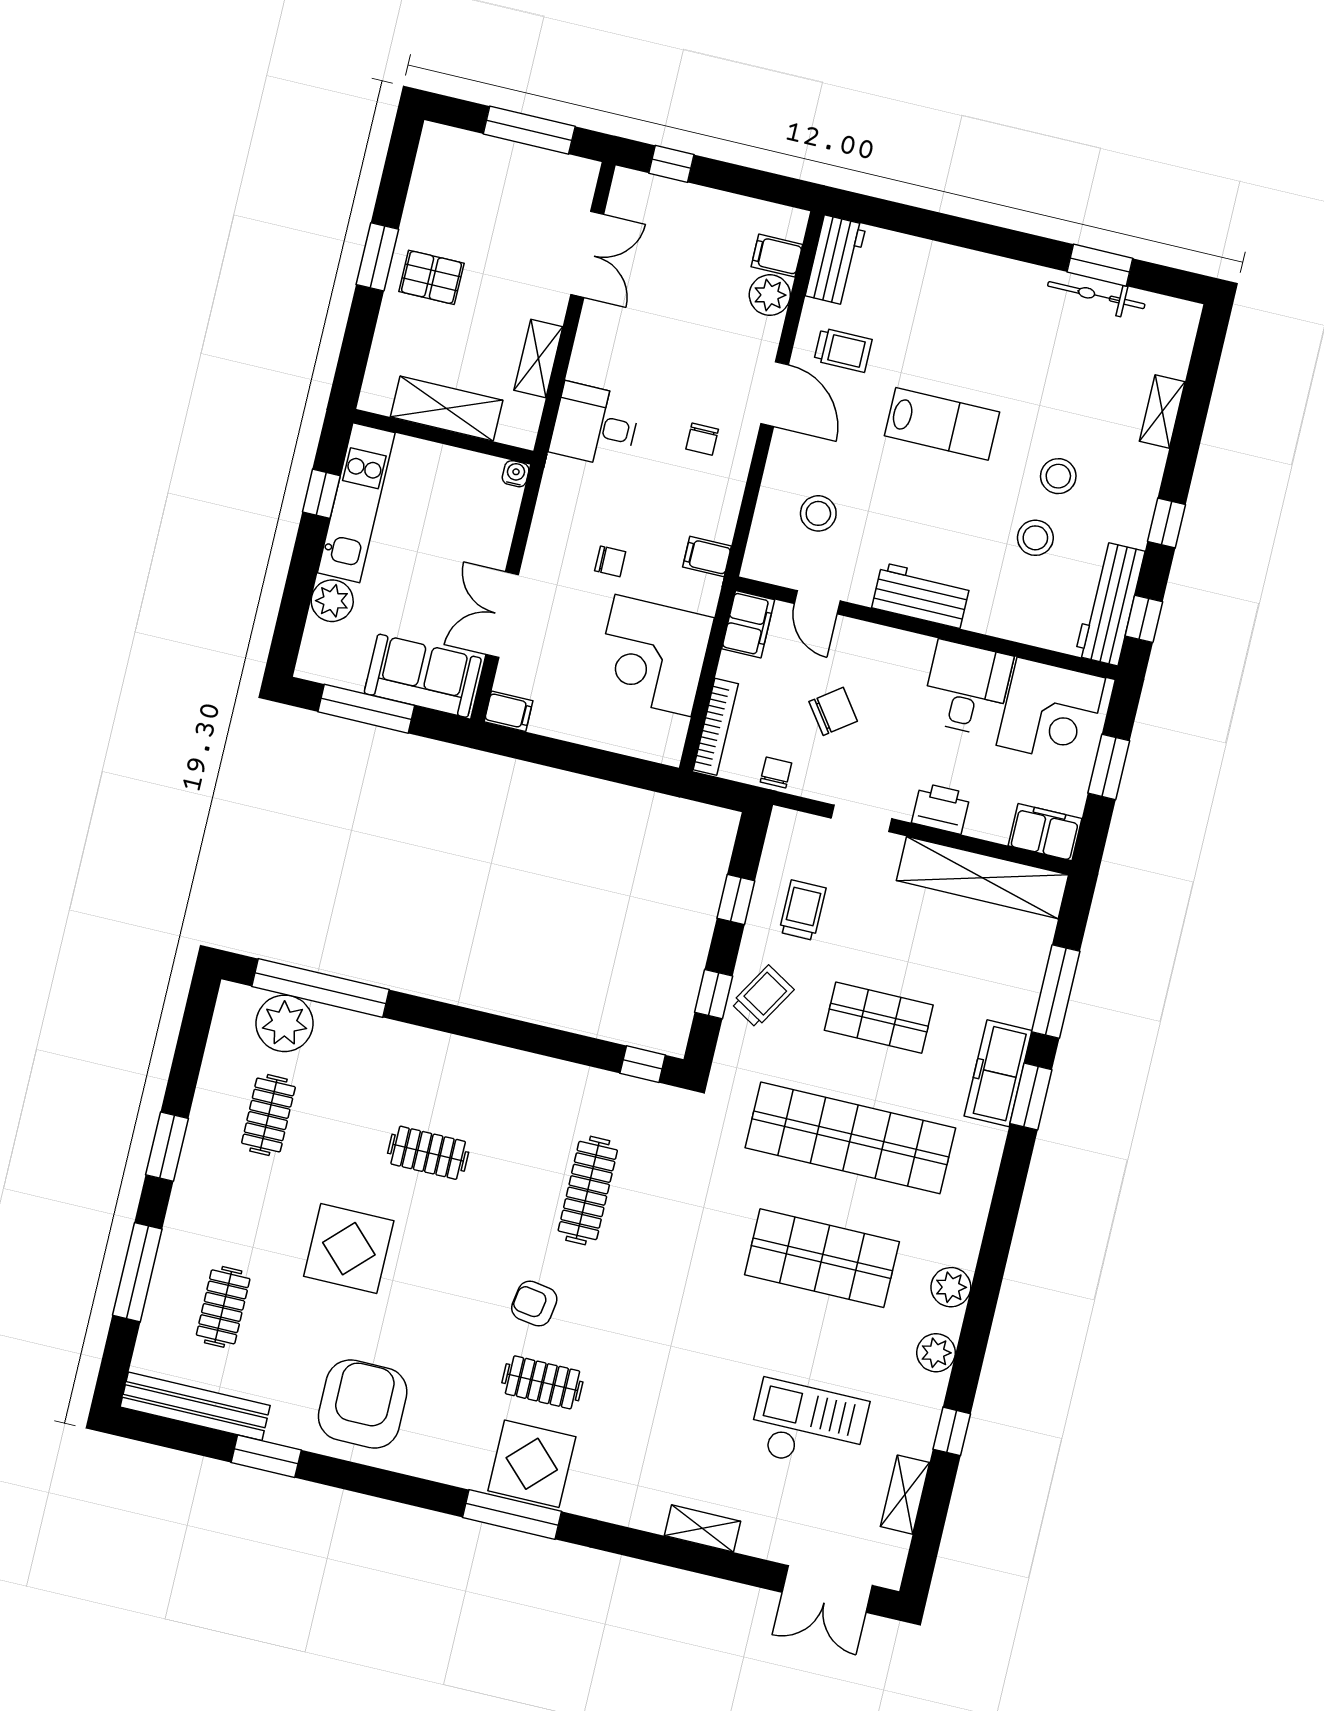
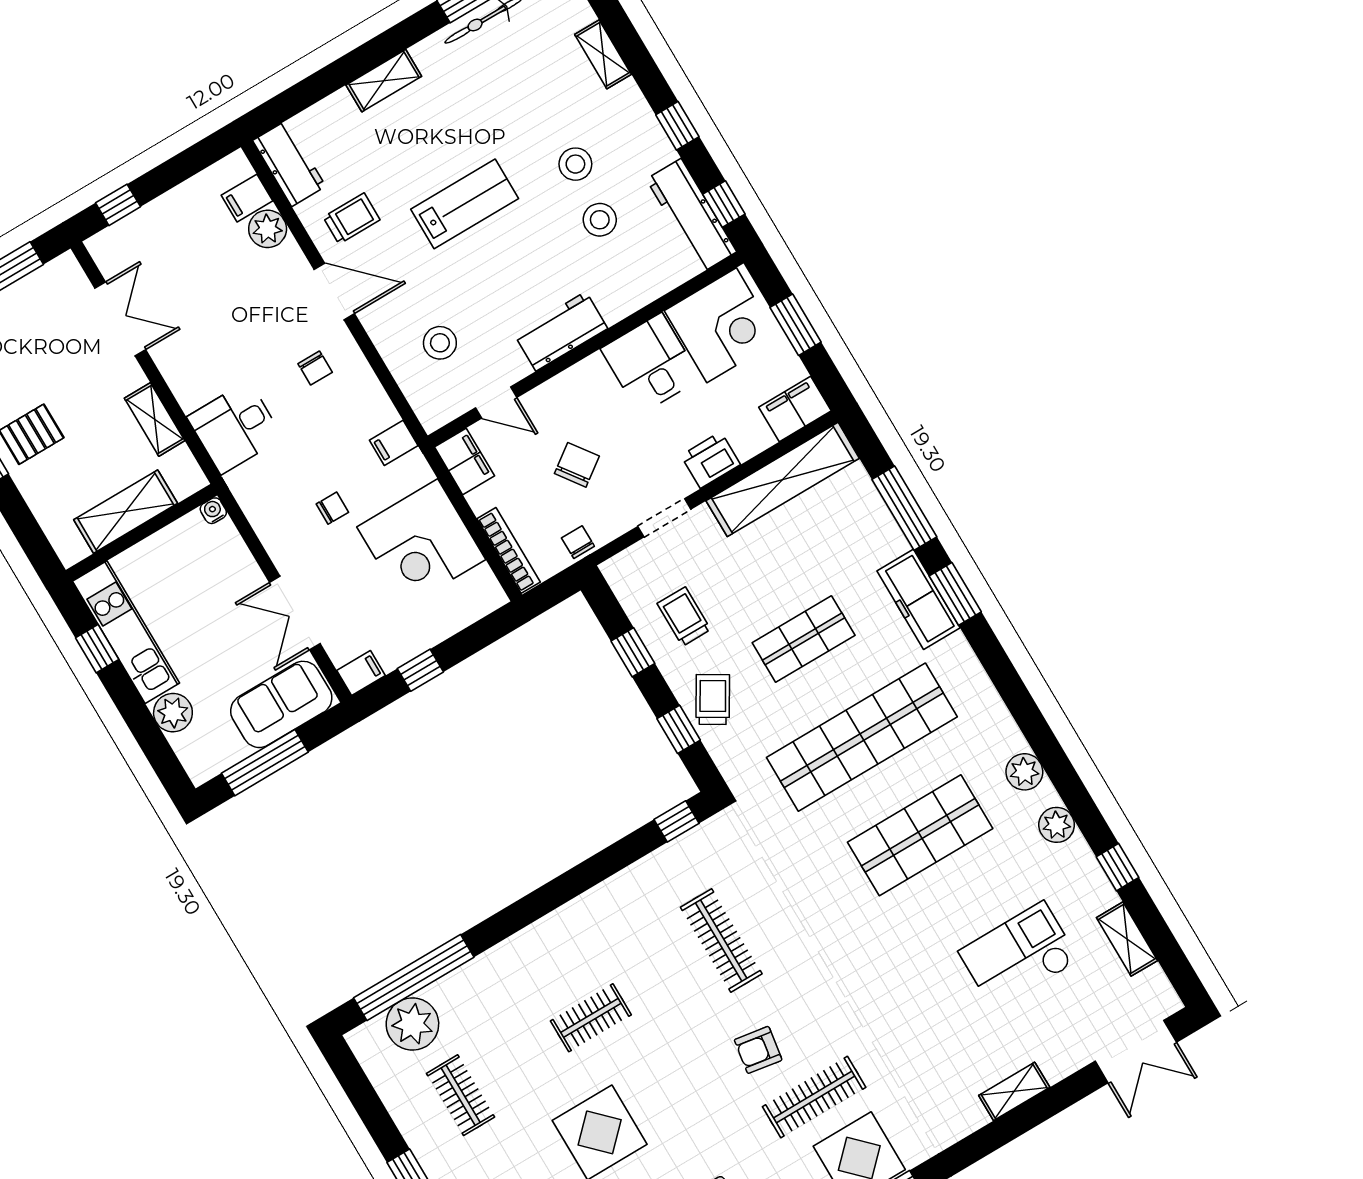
shelving: (972, 267) -> (384, 81), added
window: (557, 754) -> (420, 670), added
clothes rail: (542, 1382) -> (814, 1097), width x1.36

